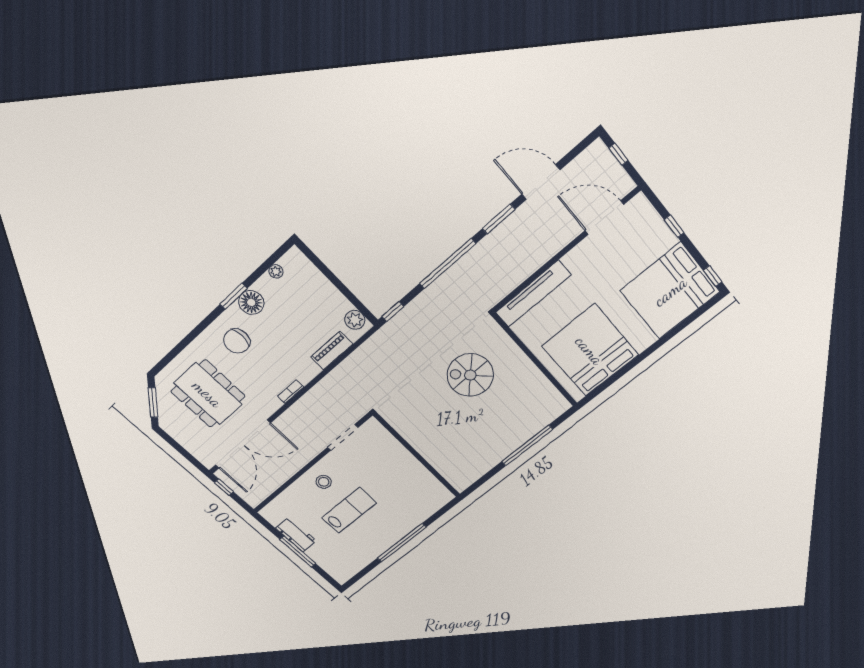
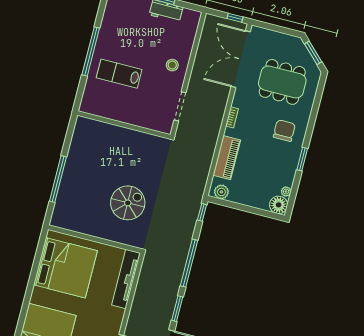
floor lamp: (251, 302) -> (279, 205), moved
piano: (332, 351) -> (227, 158), width x1.37, depth x1.33
lab bench: (349, 510) -> (119, 74), moved, turned 90

